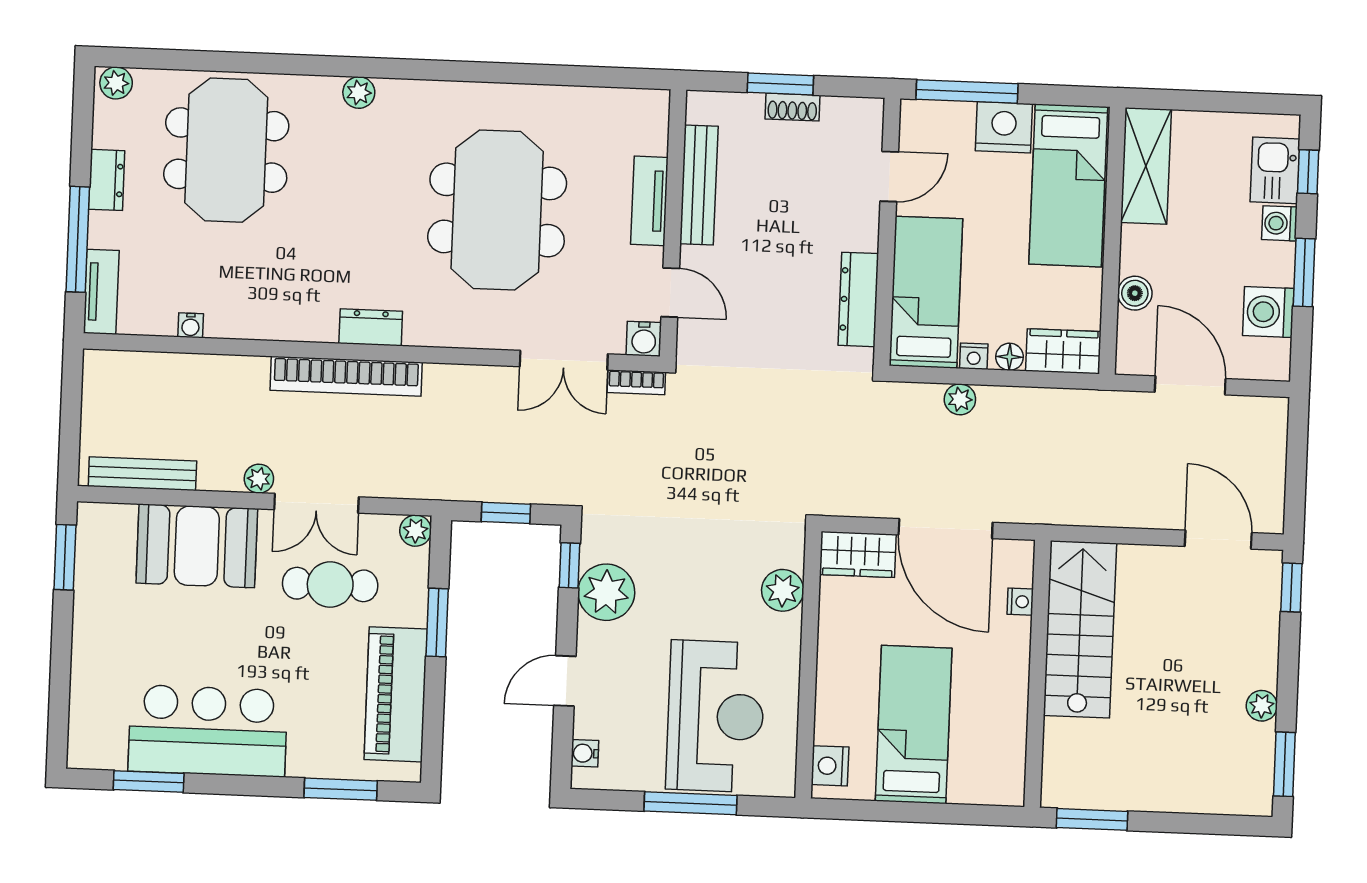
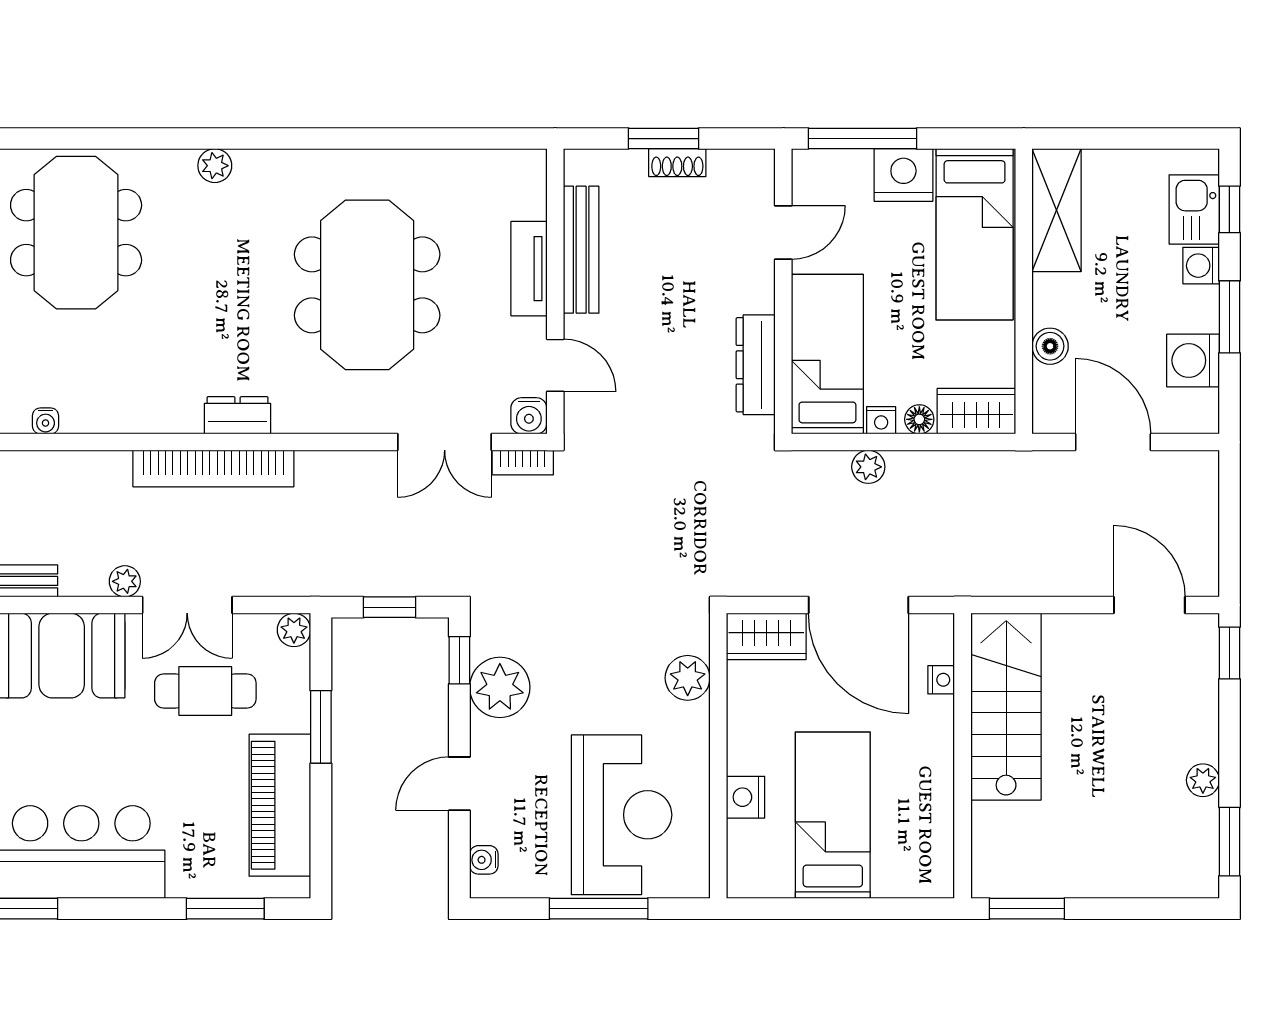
nightstand: (830, 766) -> (746, 797), moved

